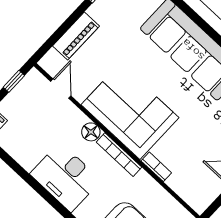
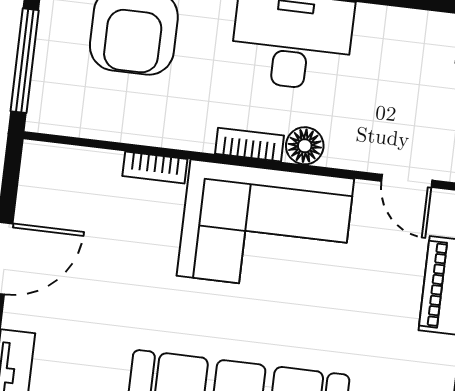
bookcase: (119, 155) -> (250, 145), width x0.64

